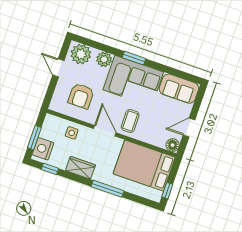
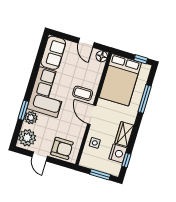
window: (134, 58) -> (23, 110), moved
door: (58, 68) -> (40, 156), hinge flipped
armchair: (81, 96) -> (62, 148), moved
door: (105, 131) -> (92, 115), hinge flipped
nightstand: (43, 149) -> (118, 153), moved, turned -90
window: (108, 189) -> (145, 99), moved

